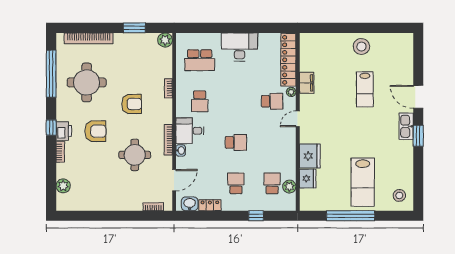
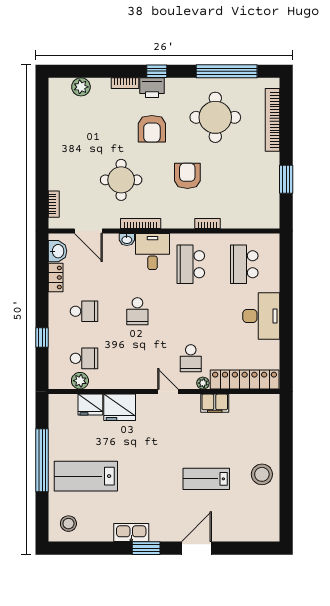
plant: (165, 40) -> (270, 219), removed
school desk: (200, 101) -> (191, 264), width x1.85
armchair: (132, 104) -> (187, 176), turned 180
kitchen sink: (406, 126) -> (131, 533), moved

